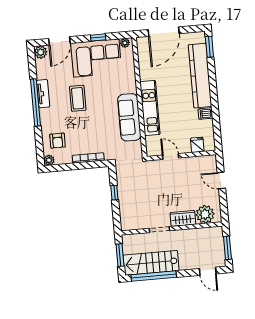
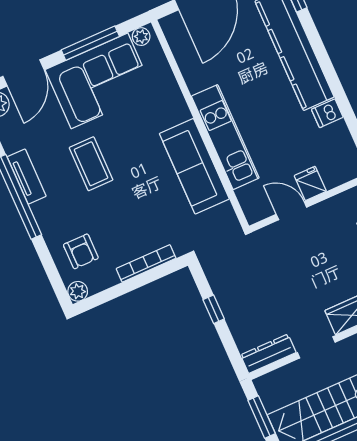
window: (98, 37) -> (90, 43), width x2.17
fridge: (197, 145) -> (310, 183), moved
dresser: (134, 224) -> (268, 354), added

